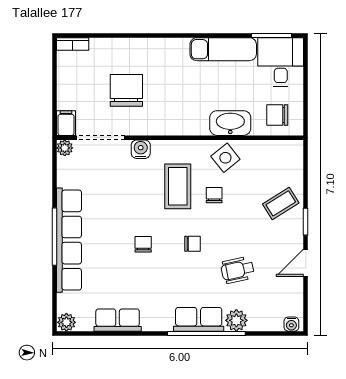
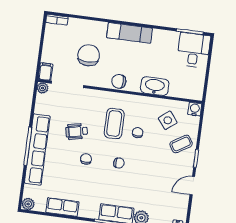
exam couch: (223, 49) -> (130, 33), moved
chair: (277, 115) -> (119, 81), moved
water cooler: (141, 149) -> (195, 109), moved
side table: (225, 158) -> (168, 120), moved
wheelchair: (238, 270) -> (77, 131), moved

